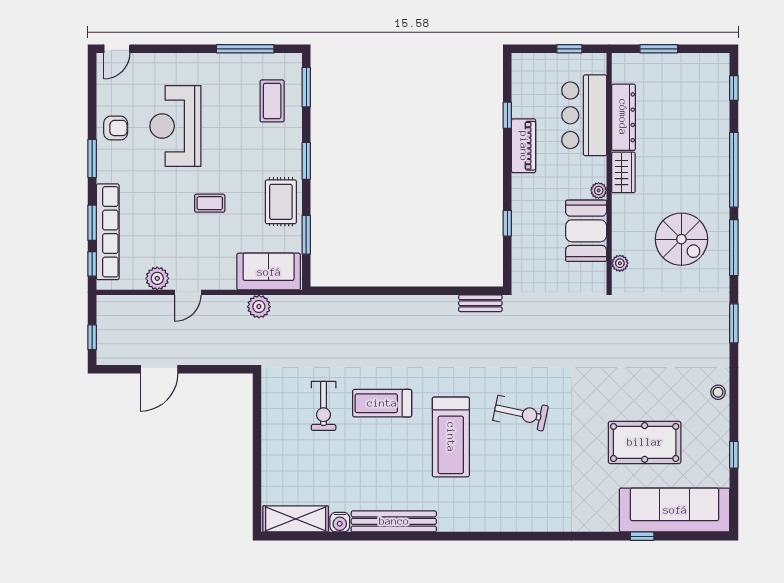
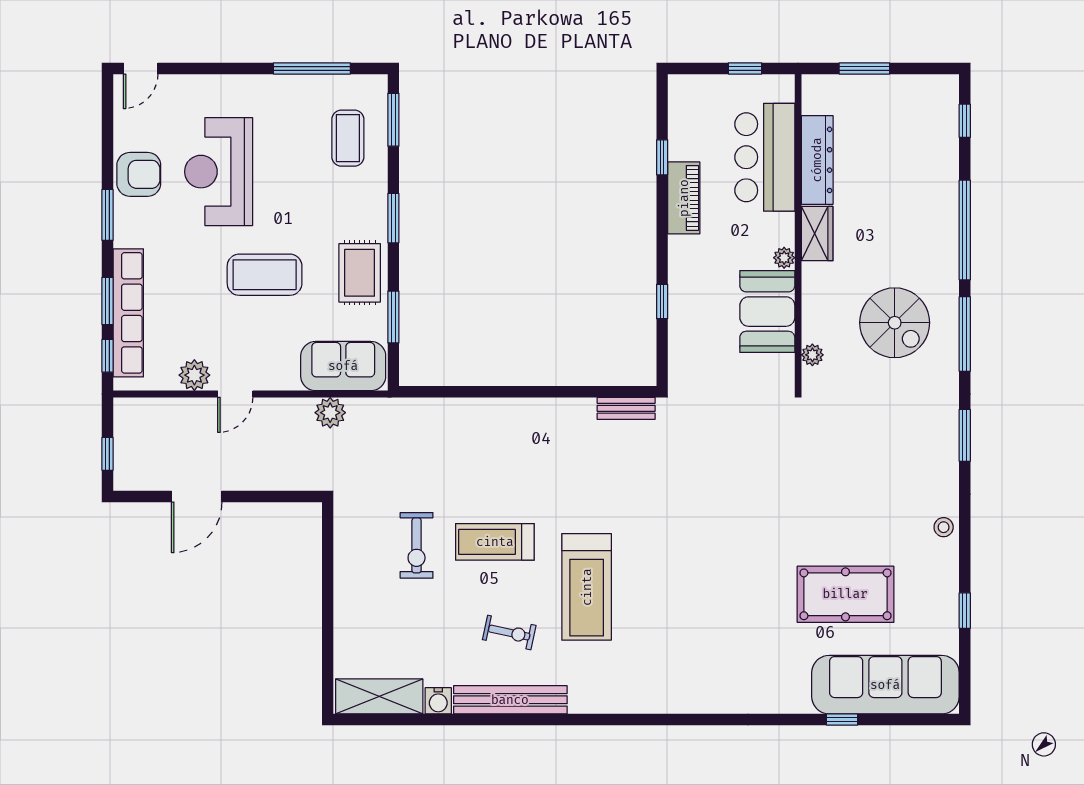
armchair: (116, 128) -> (139, 174), width x1.38, depth x1.38
coffee table: (210, 203) -> (265, 275), width x1.86, depth x1.72
exercise bike: (520, 413) -> (509, 633), moved, width x0.73, depth x0.72

